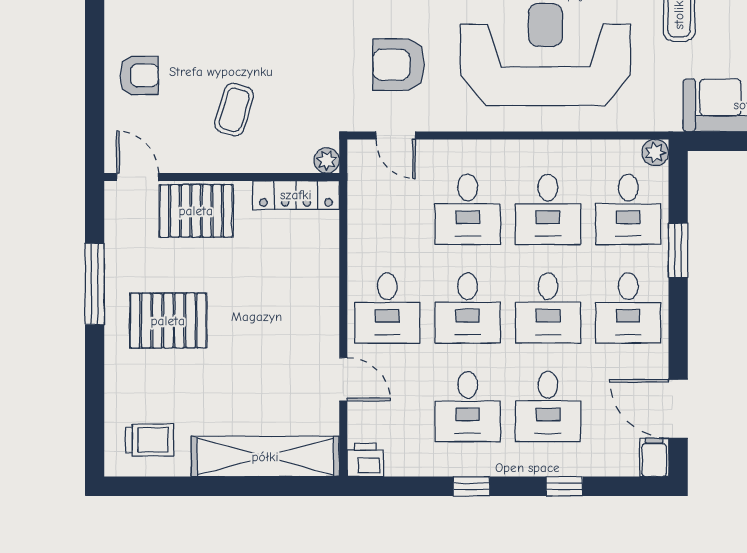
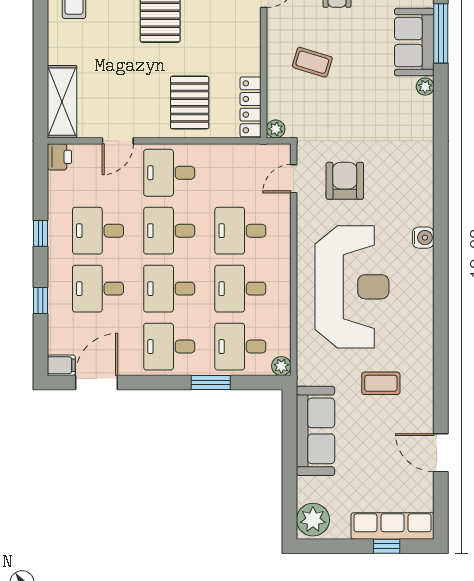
pallet: (196, 211) -> (190, 103), moved
shelving: (265, 457) -> (62, 102), width x0.68

